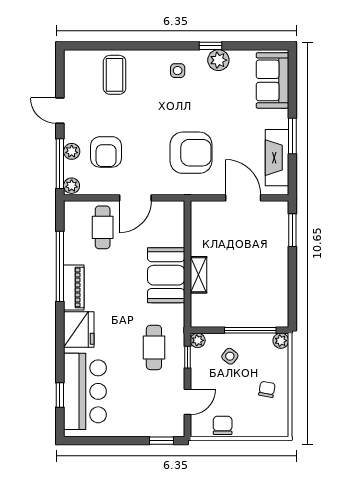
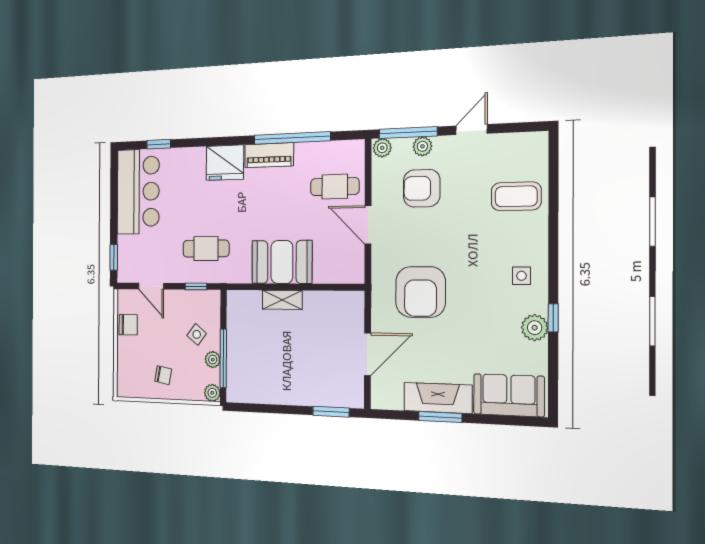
fireplace: (277, 158) -> (438, 398), moved
plant: (198, 340) -> (213, 360), moved
bar counter: (85, 391) -> (138, 192), moved, turned -90

